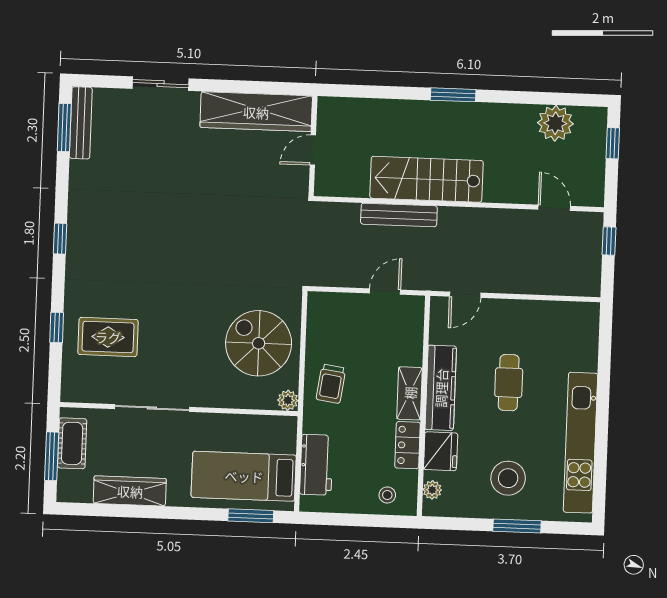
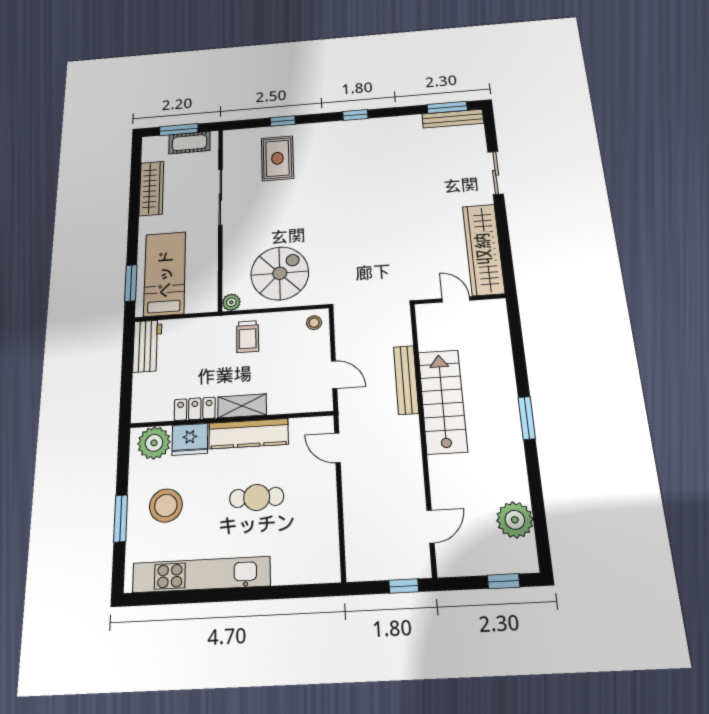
trolley: (331, 384) -> (248, 337), turned -98
workbench: (316, 465) -> (147, 346), moved, turned -90
plant: (432, 490) -> (154, 443), width x1.87, depth x1.87
stool: (387, 495) -> (314, 323), moved

